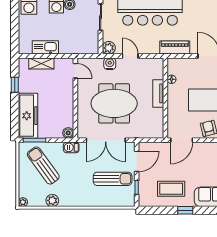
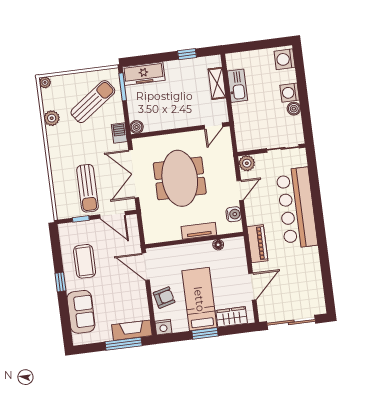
water cooler: (110, 64) -> (234, 214), moved
freezer: (28, 116) -> (144, 74), width x0.73, depth x0.79

